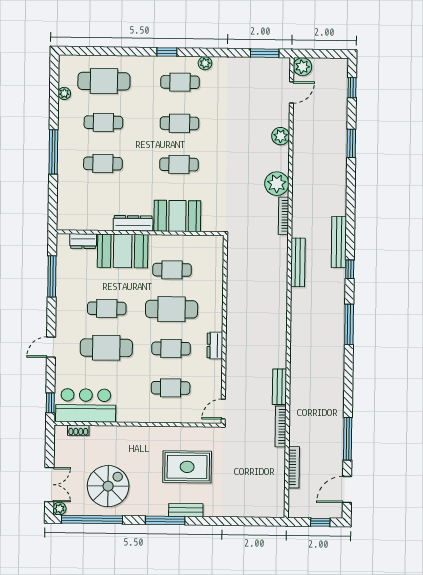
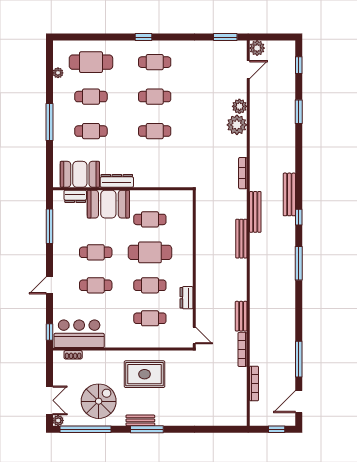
plant: (205, 63) -> (175, 46), removed
plant: (277, 184) -> (237, 125), moved
booth: (177, 216) -> (80, 174), moved
bench: (281, 294) -> (241, 239), added
dresser: (215, 345) -> (187, 298), moved
cafe table: (106, 348) -> (96, 285), width x0.73, depth x0.74
door: (223, 409) -> (194, 336), swing flipped
rug: (187, 467) -> (145, 374), moved
bench: (186, 510) -> (140, 420), moved

